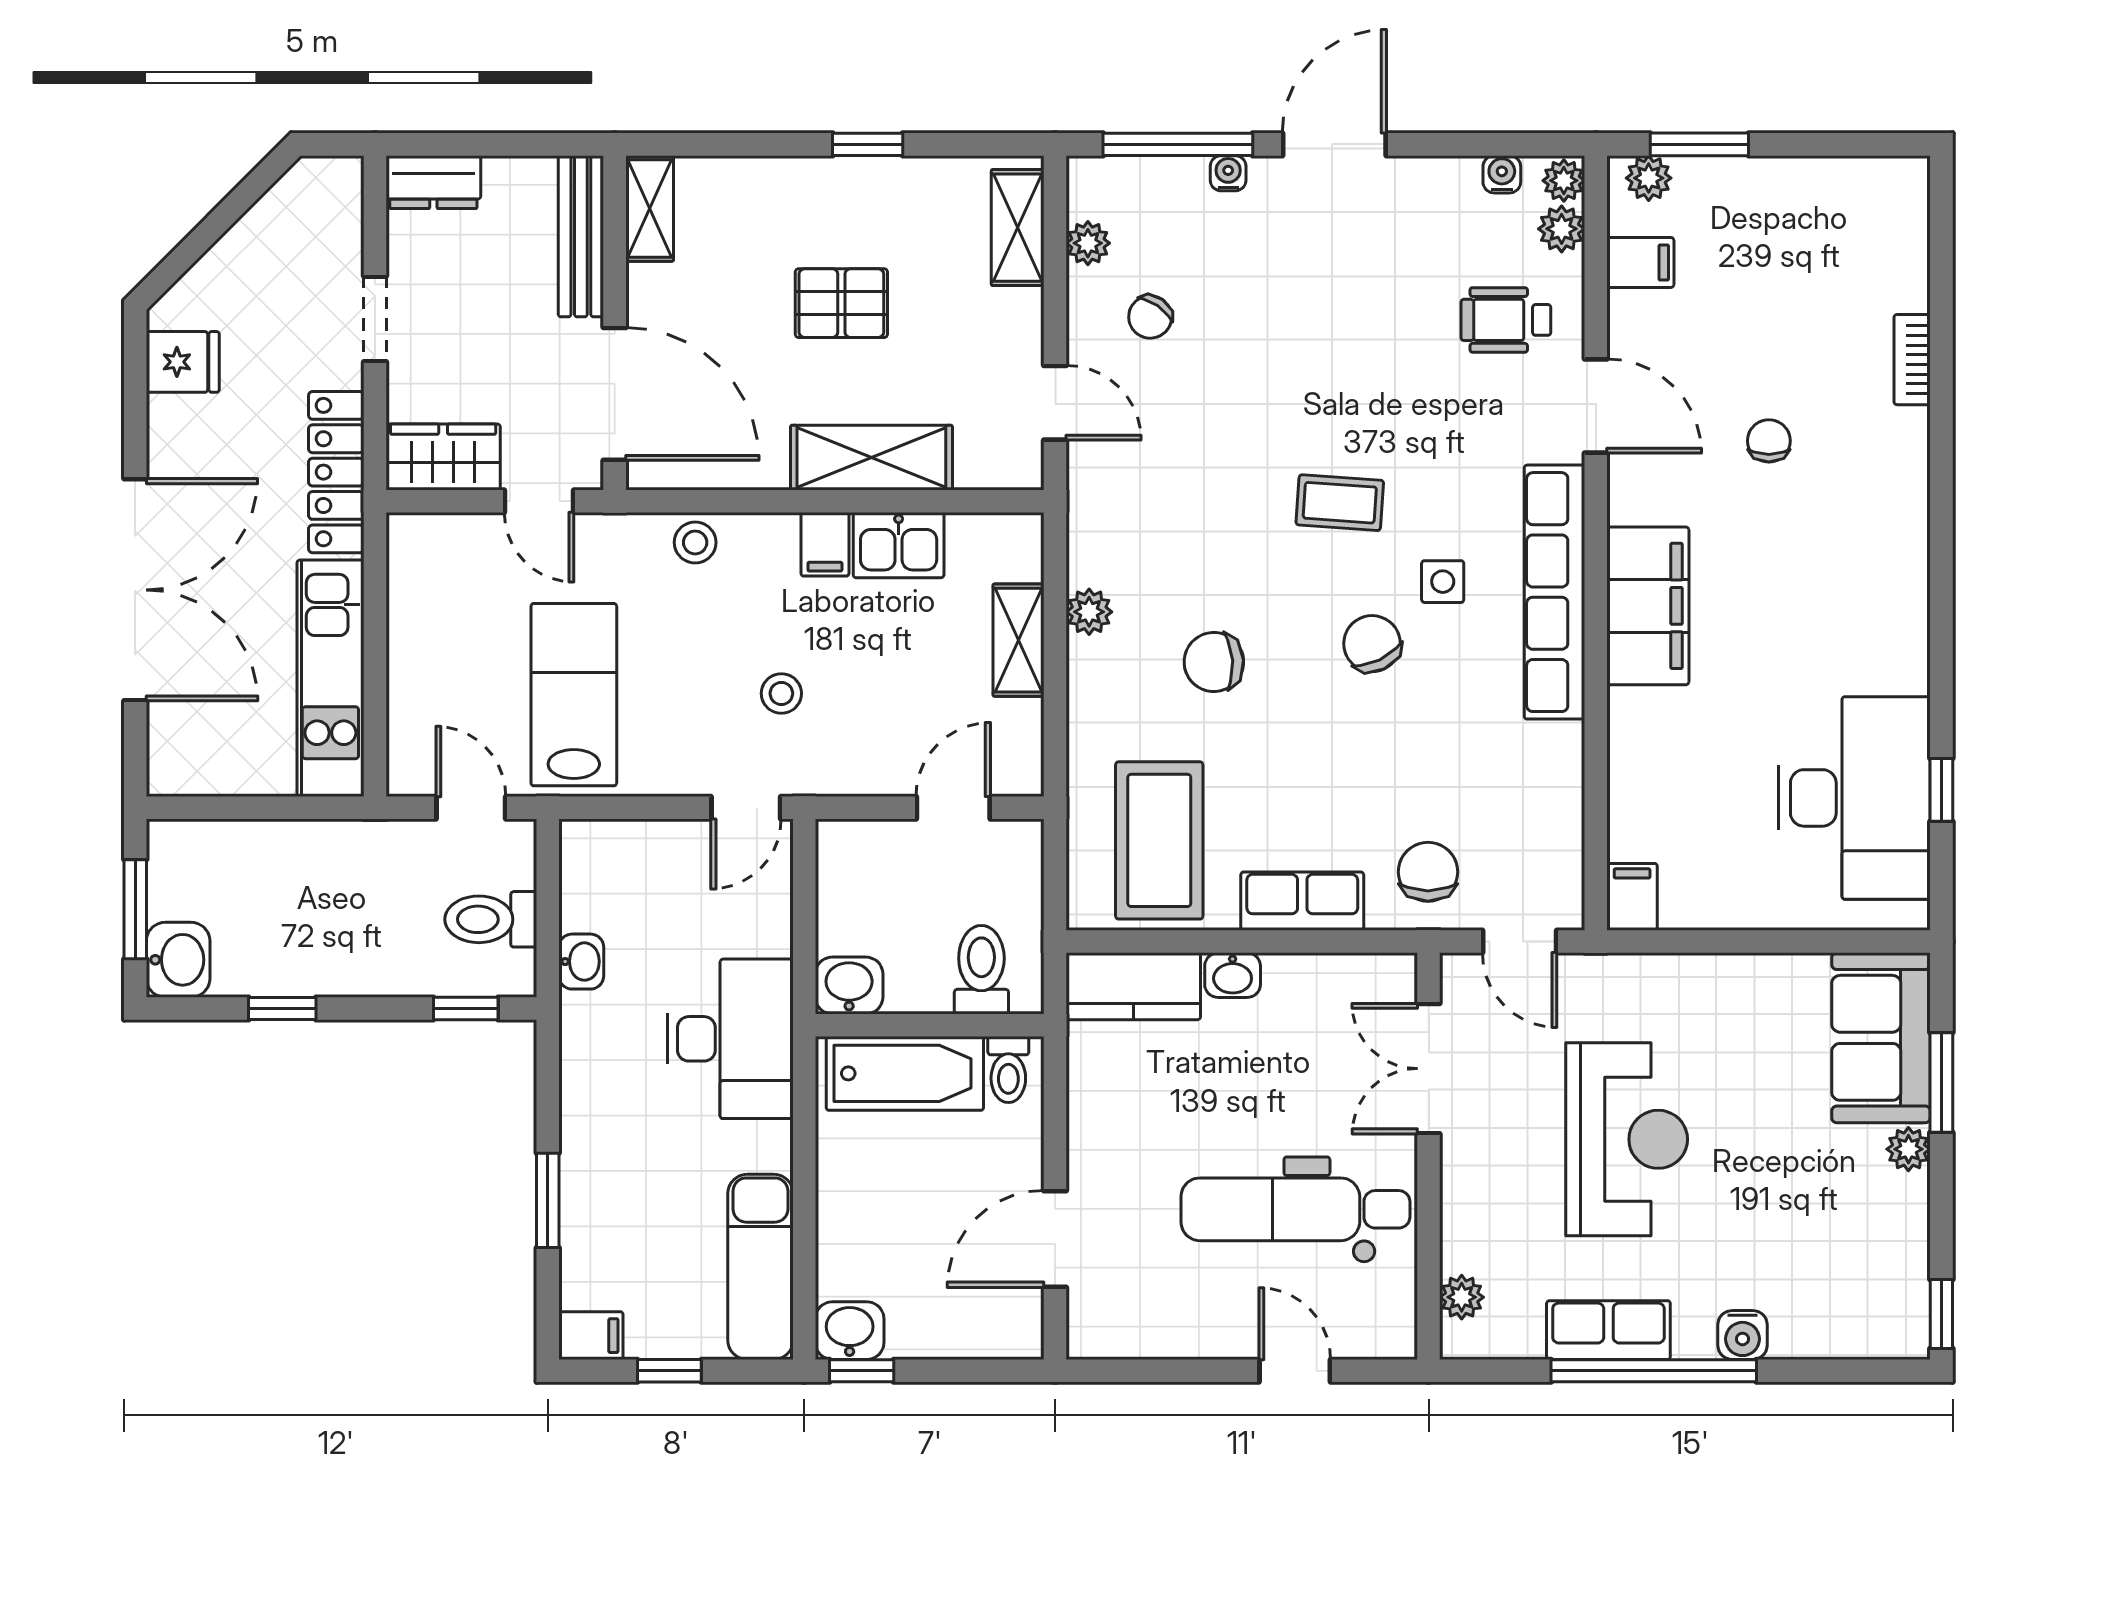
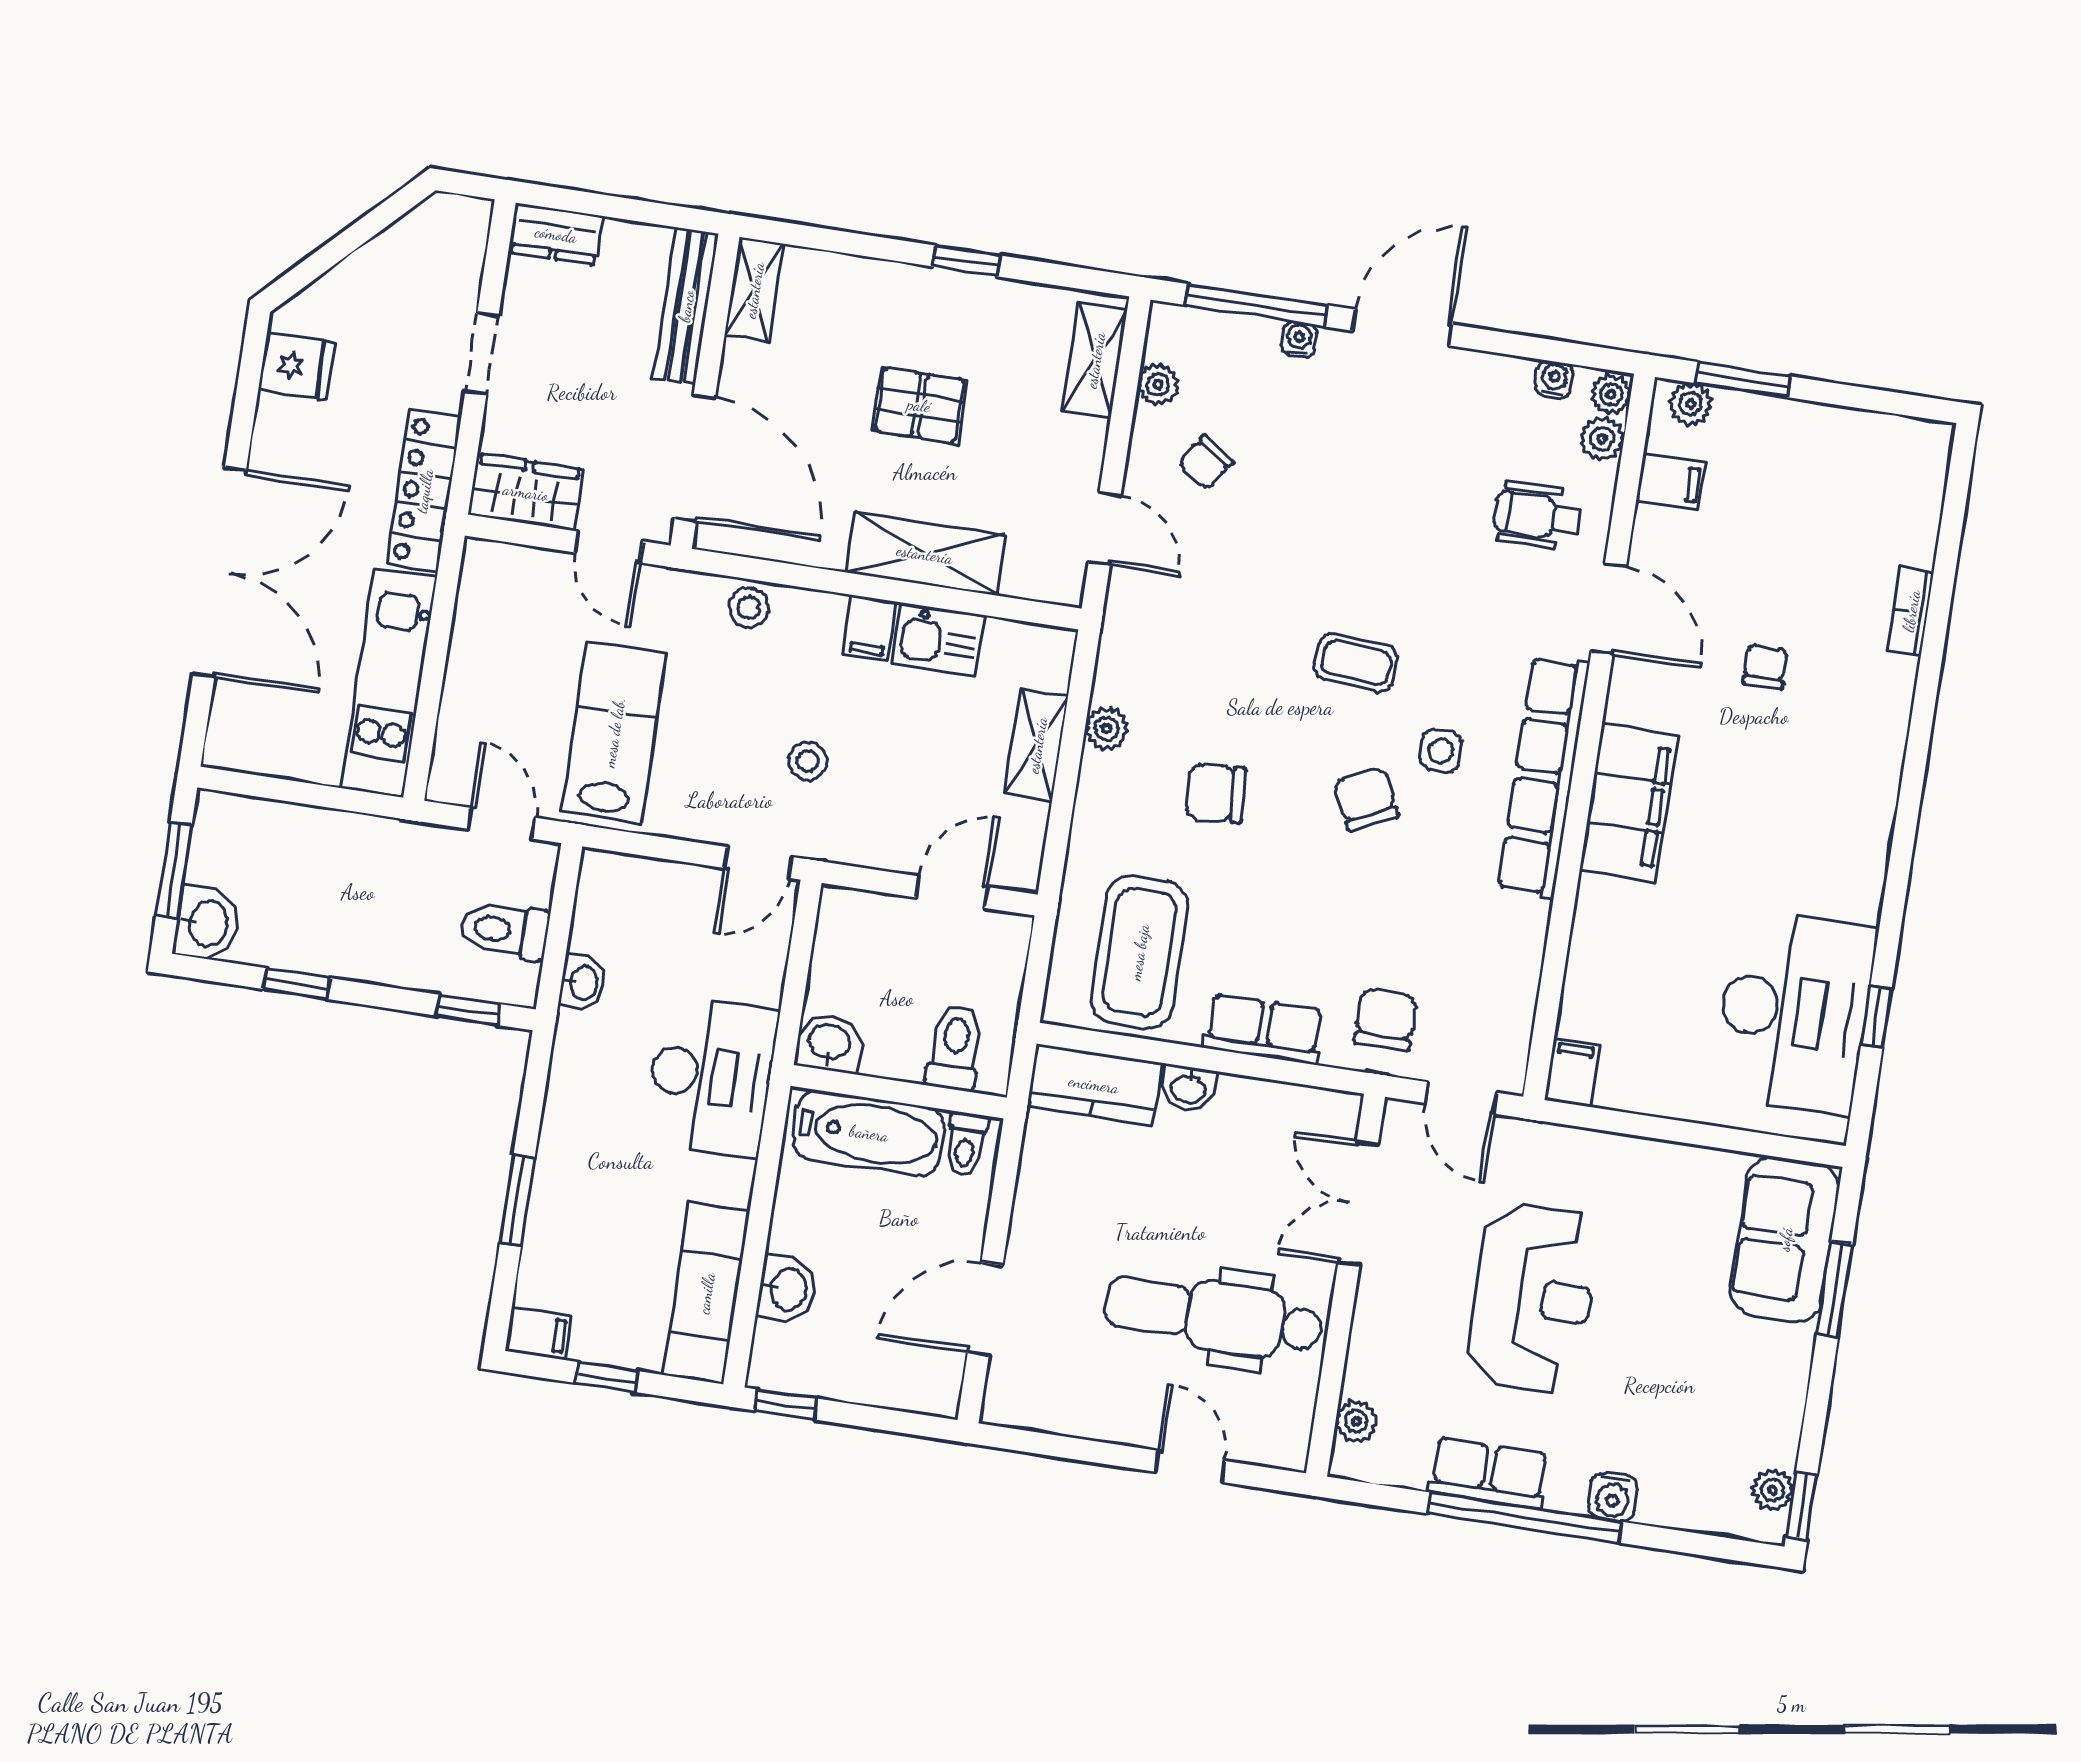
plant: (1908, 1149) -> (1773, 1490), moved
washbasin: (850, 1331) -> (787, 1289), moved, turned 90

